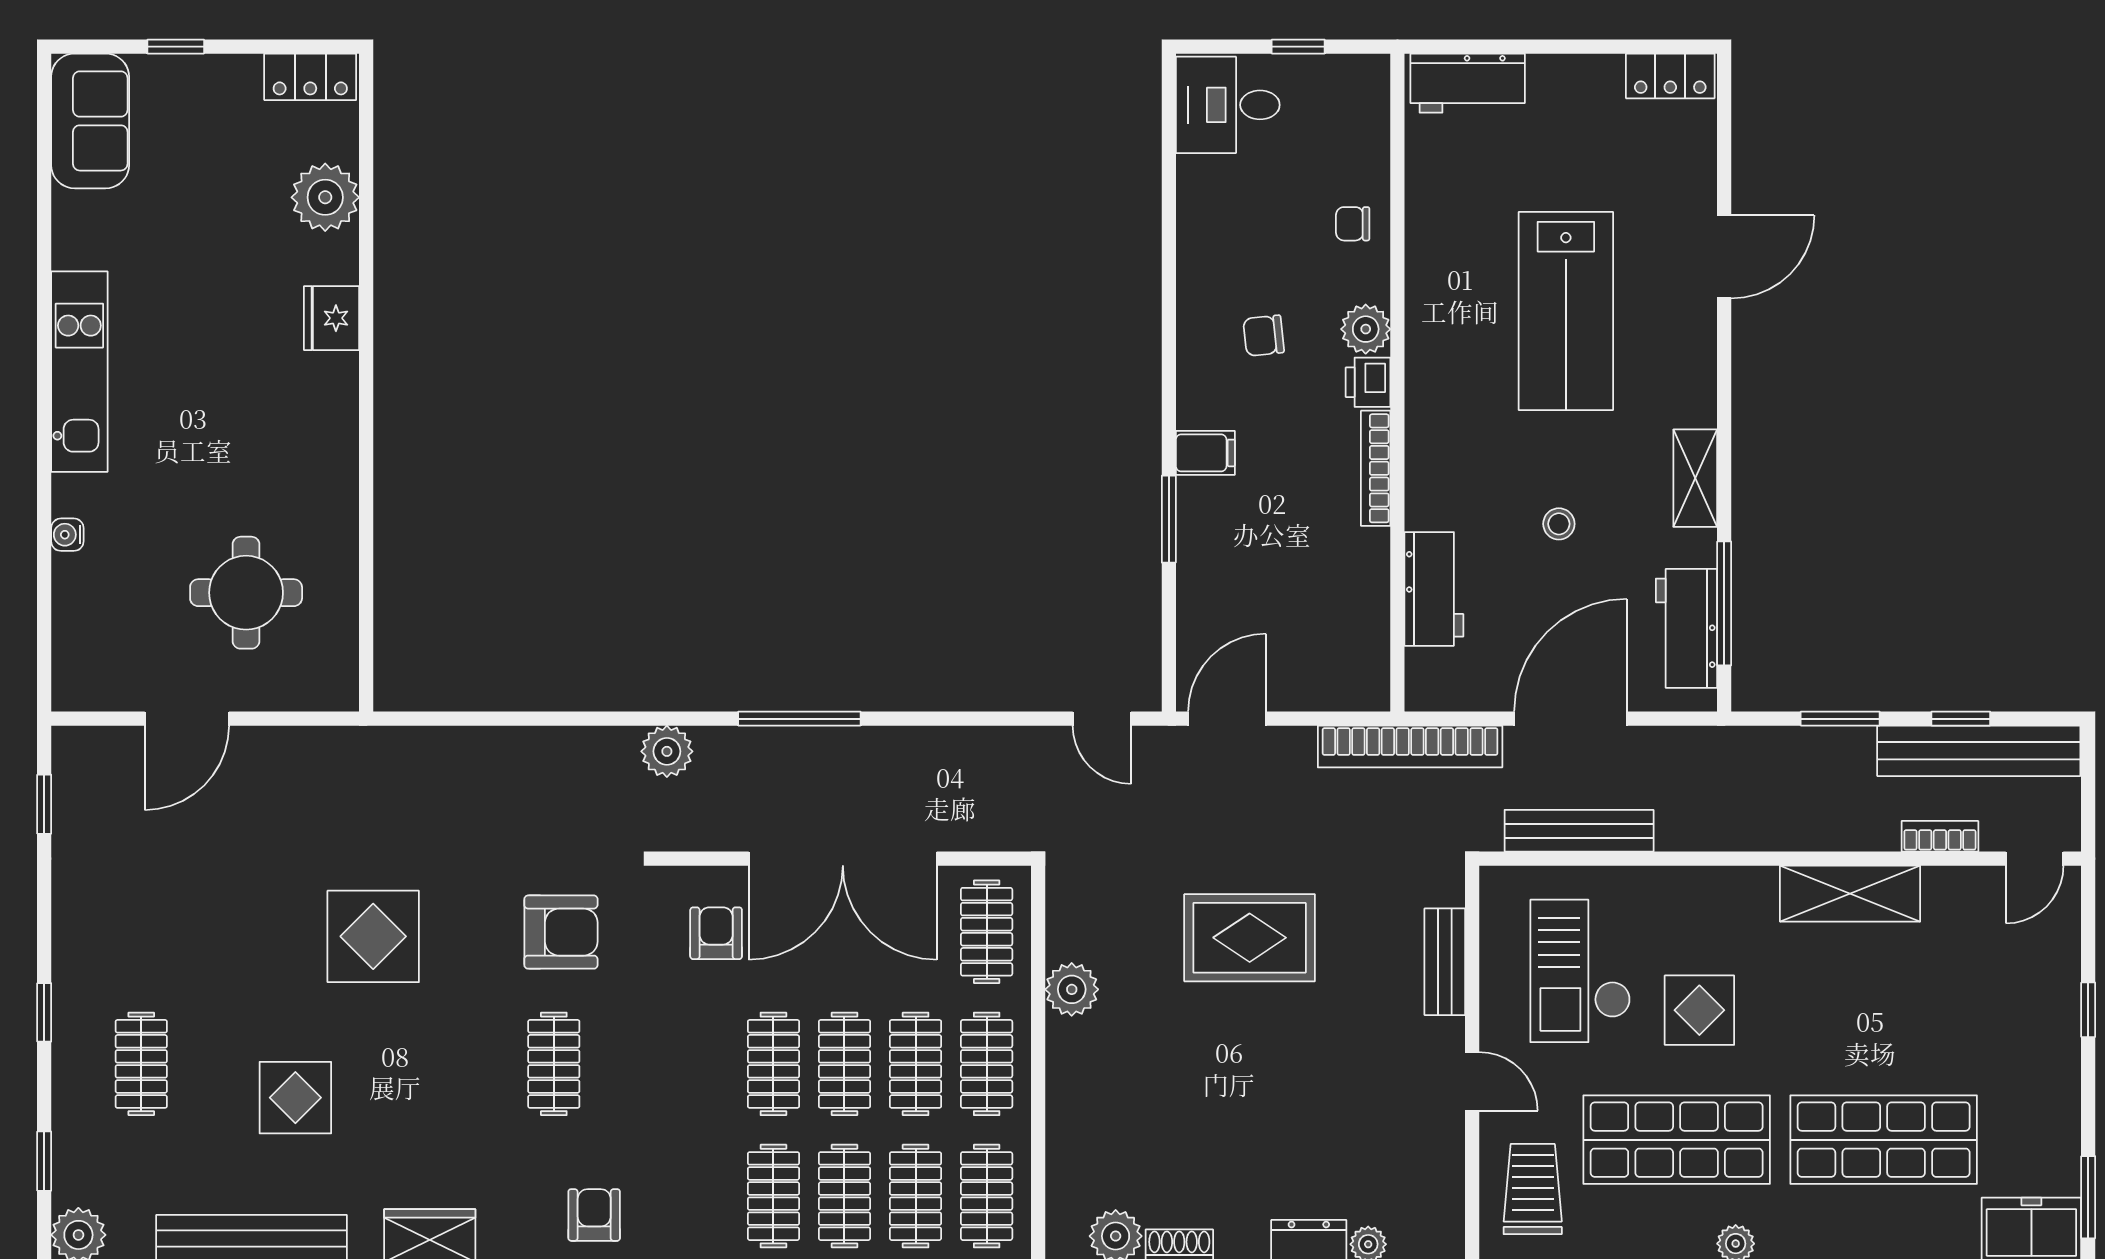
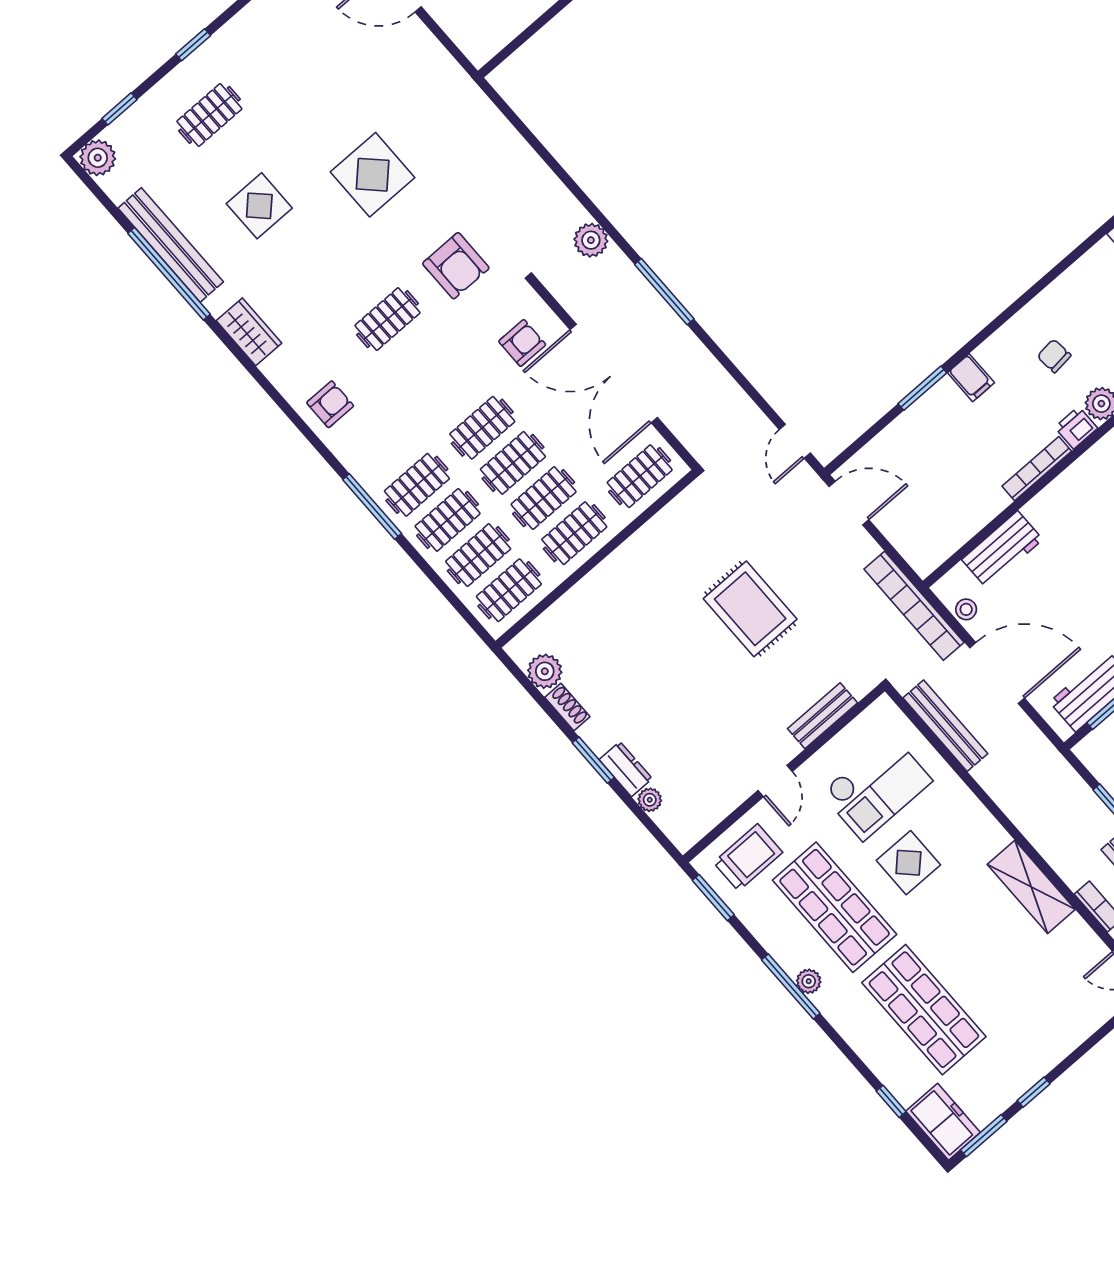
stool: (1559, 524) -> (966, 609), moved
checkout: (1580, 971) -> (877, 787), turned 180
plant: (1072, 989) -> (648, 543), removed
window: (2088, 1010) -> (1034, 1092), moved

